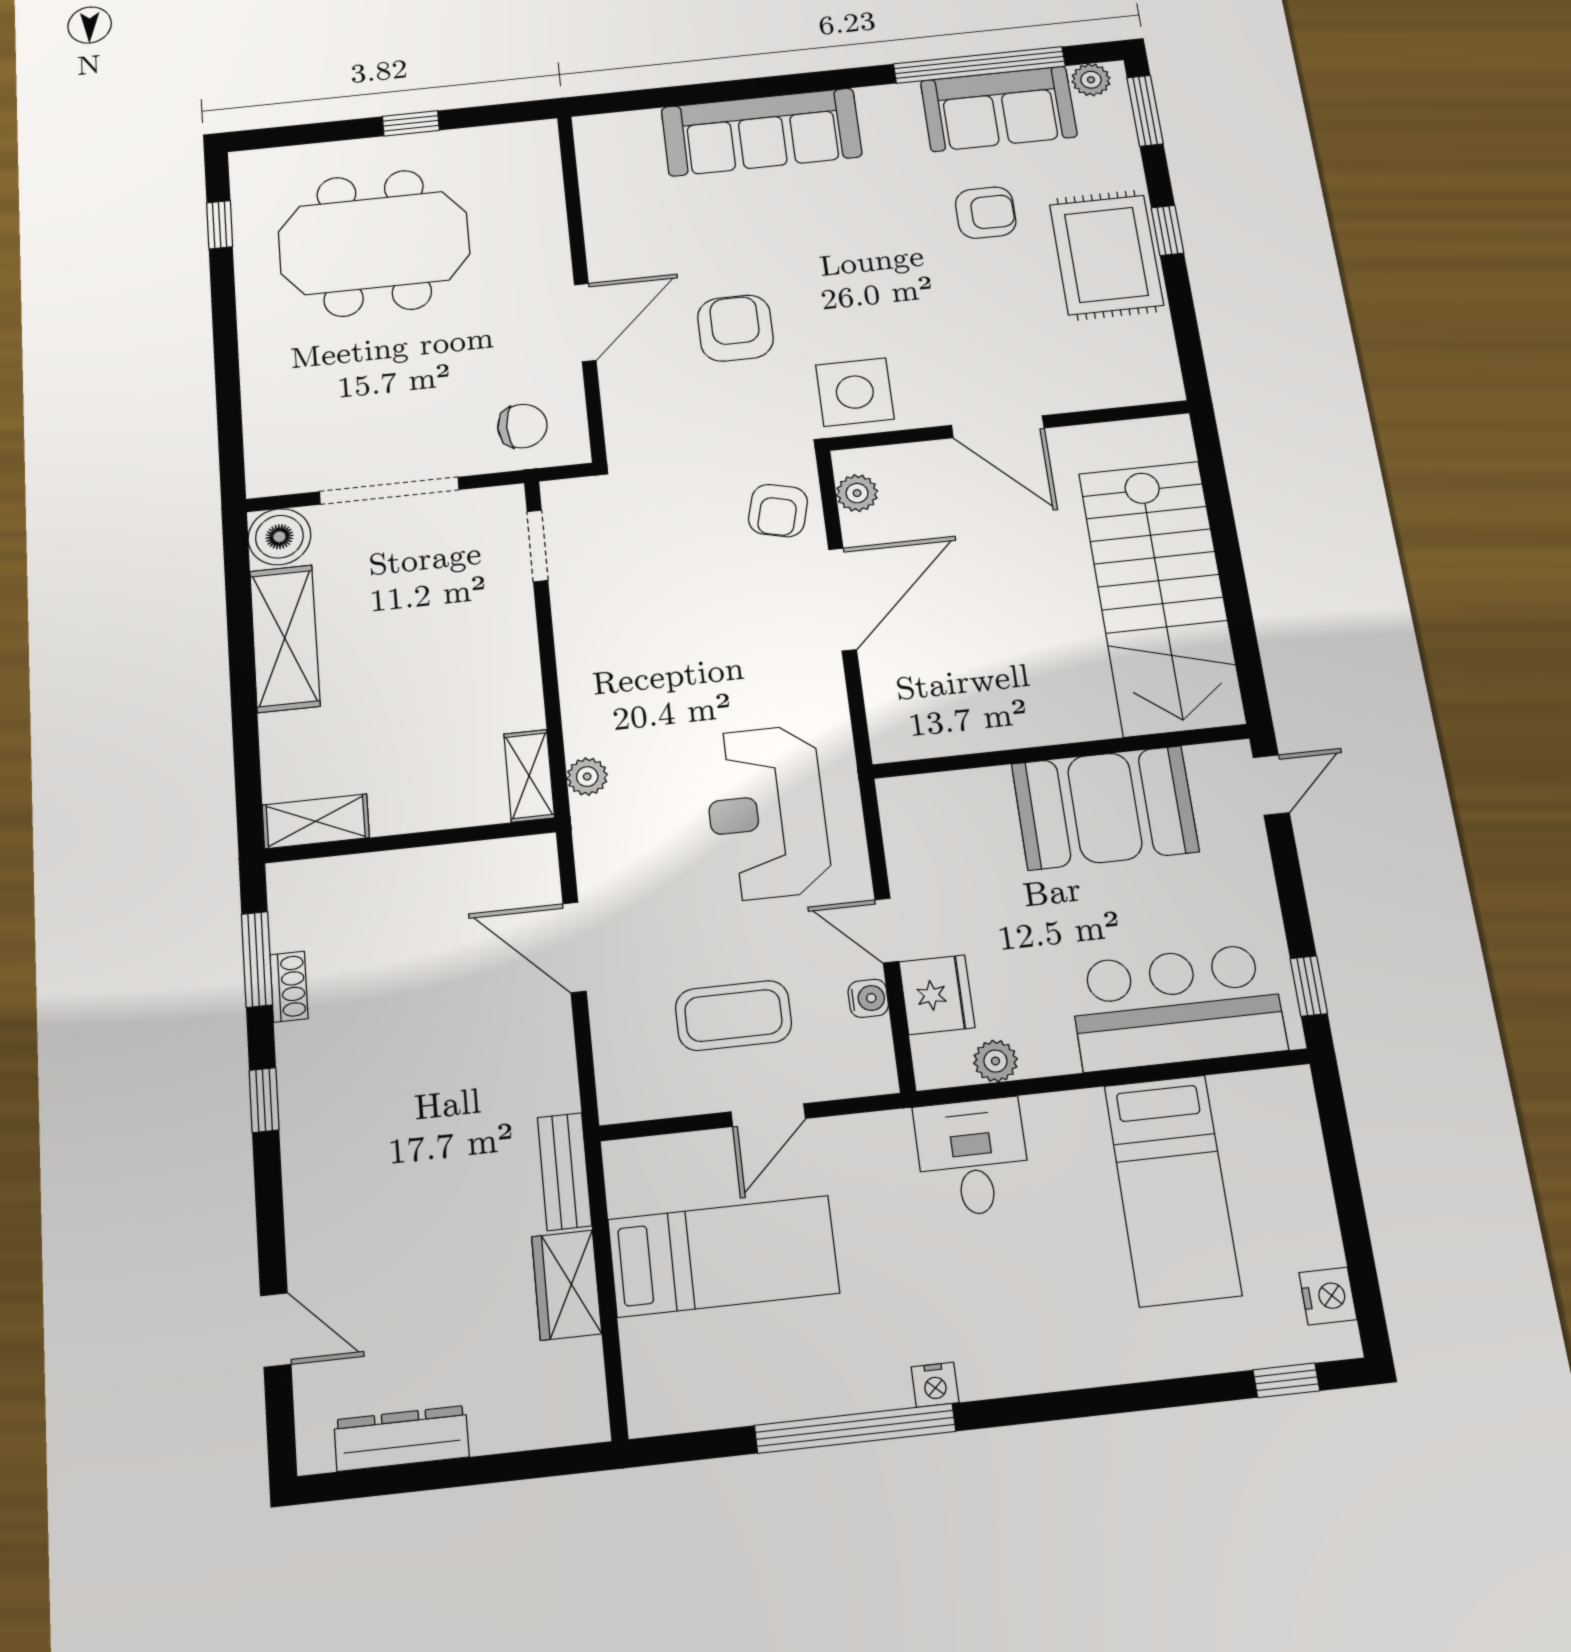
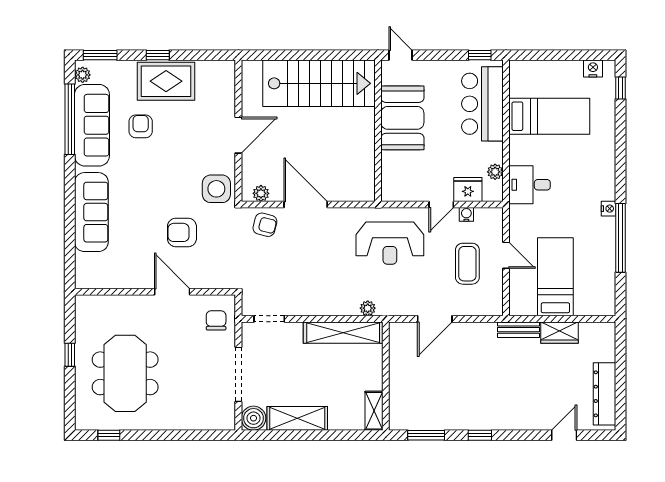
sofa: (999, 109) -> (92, 125), width x1.36
shelving: (529, 776) -> (343, 333), width x2.20, depth x1.33
shoe rack: (289, 987) -> (438, 424), removed
dresser: (401, 1438) -> (604, 394), width x1.37, depth x1.24

